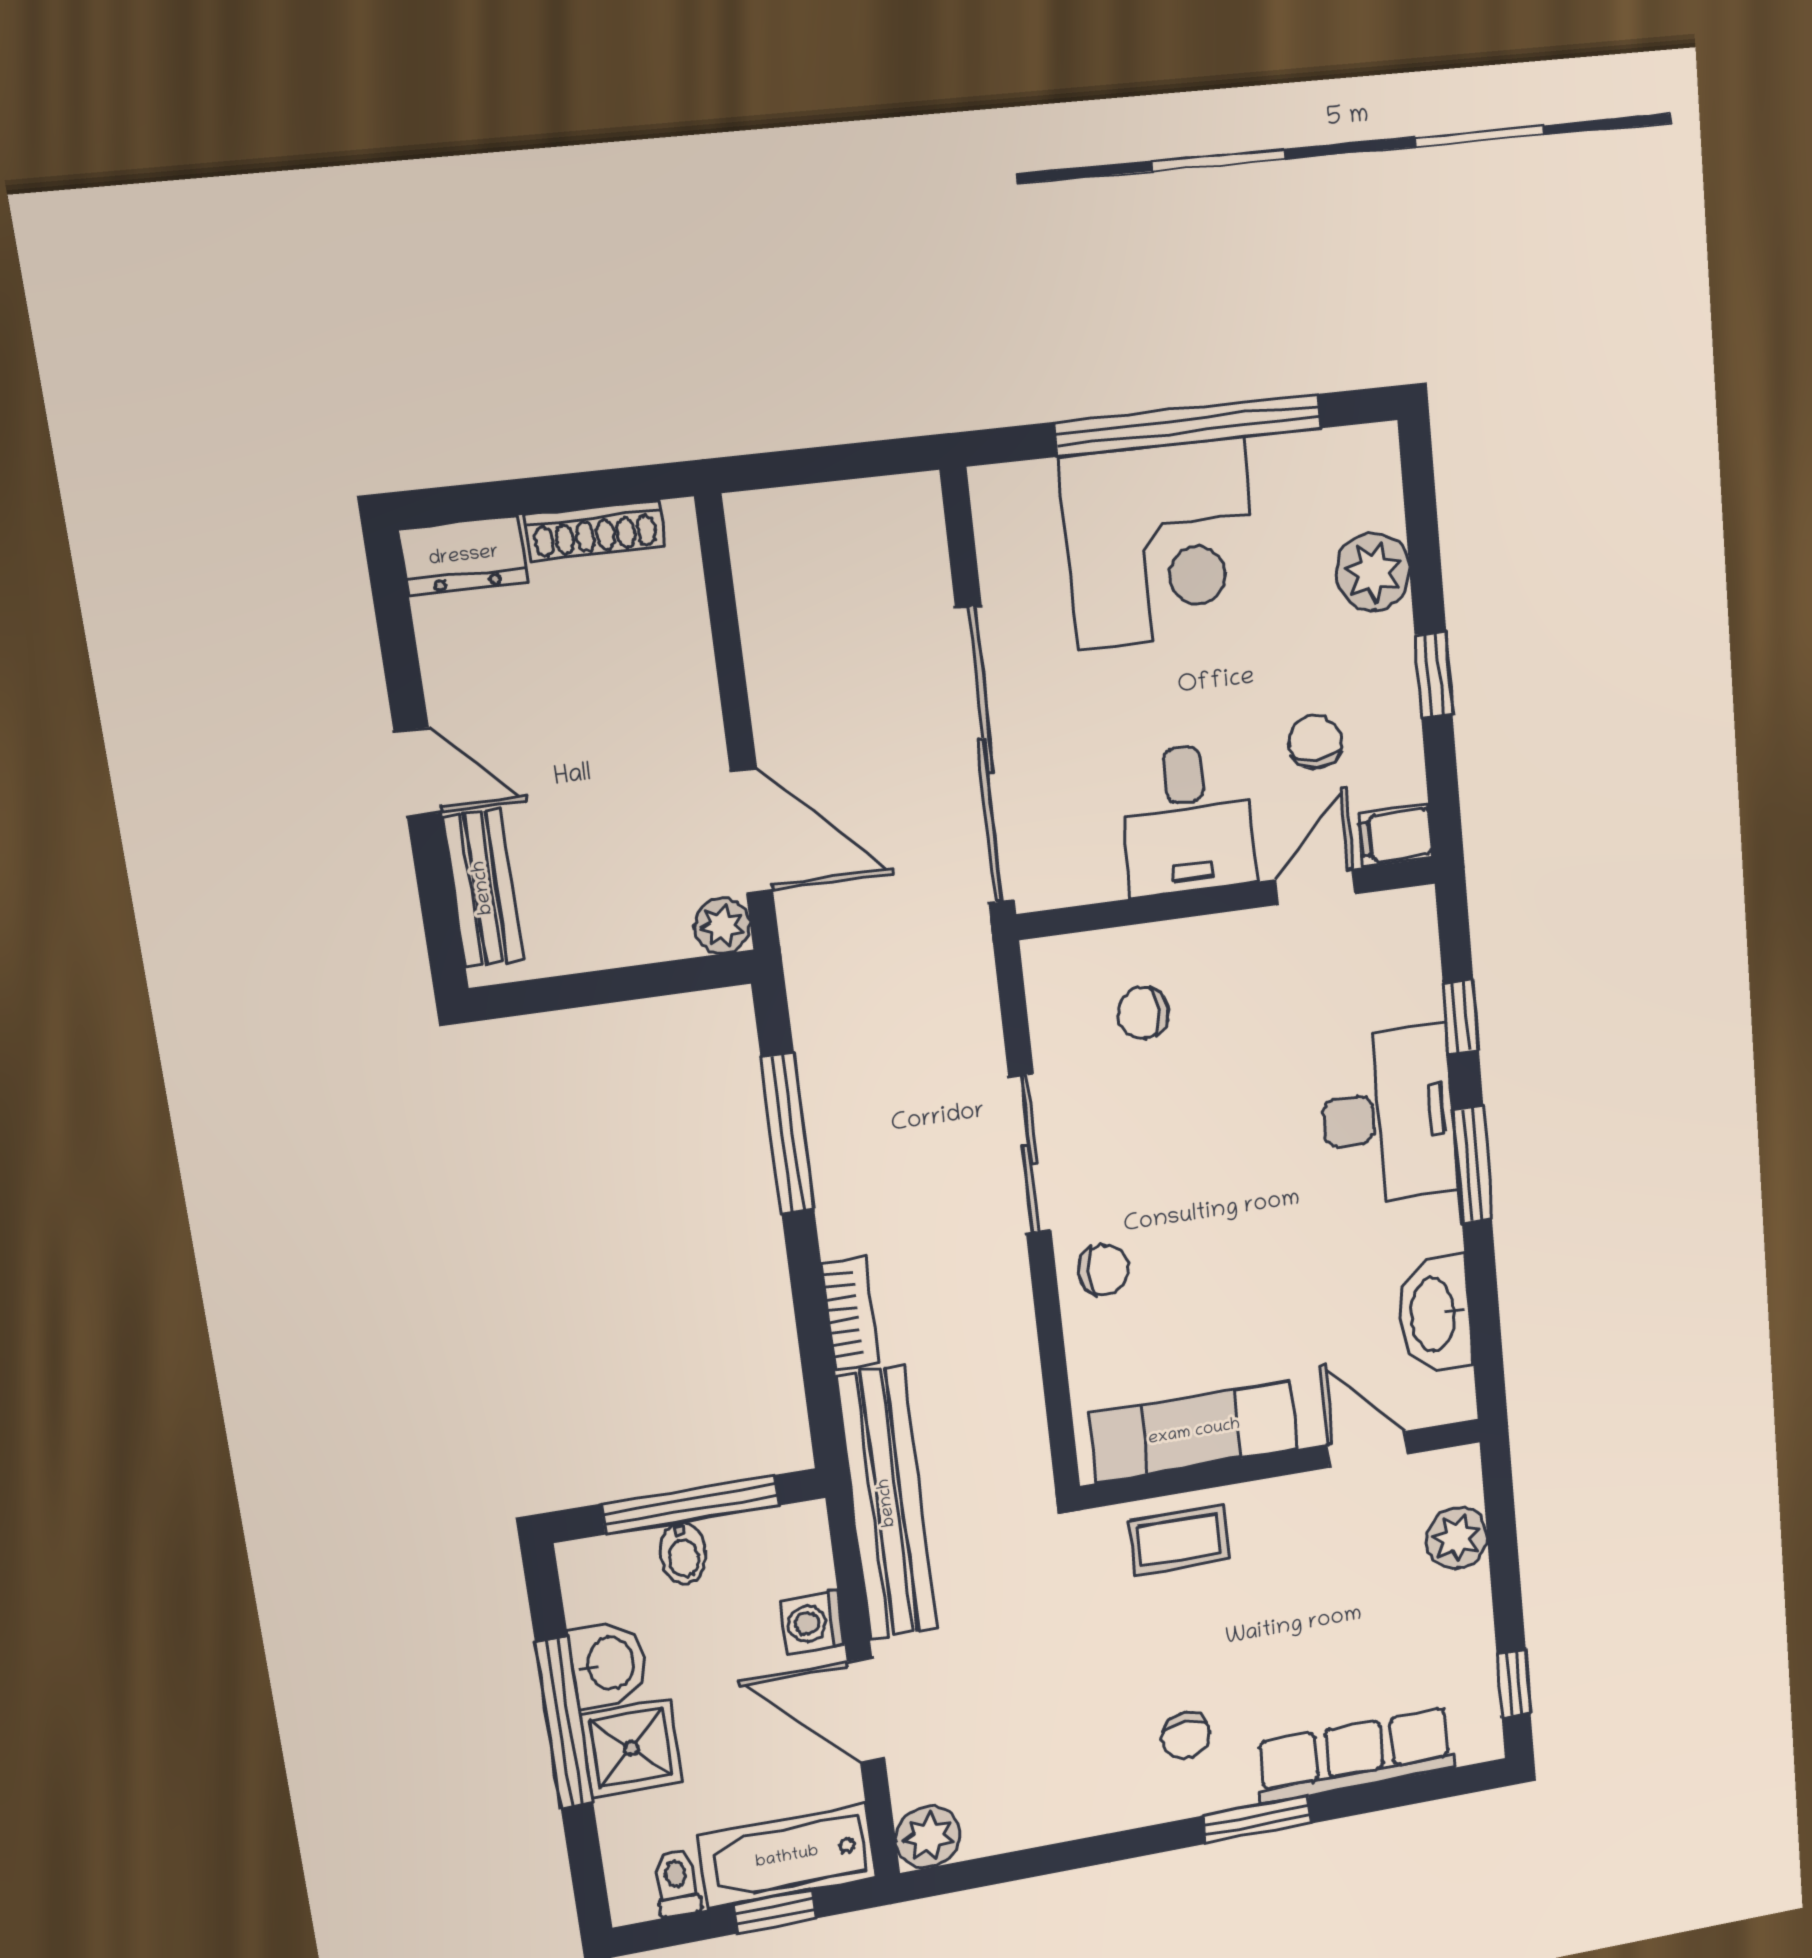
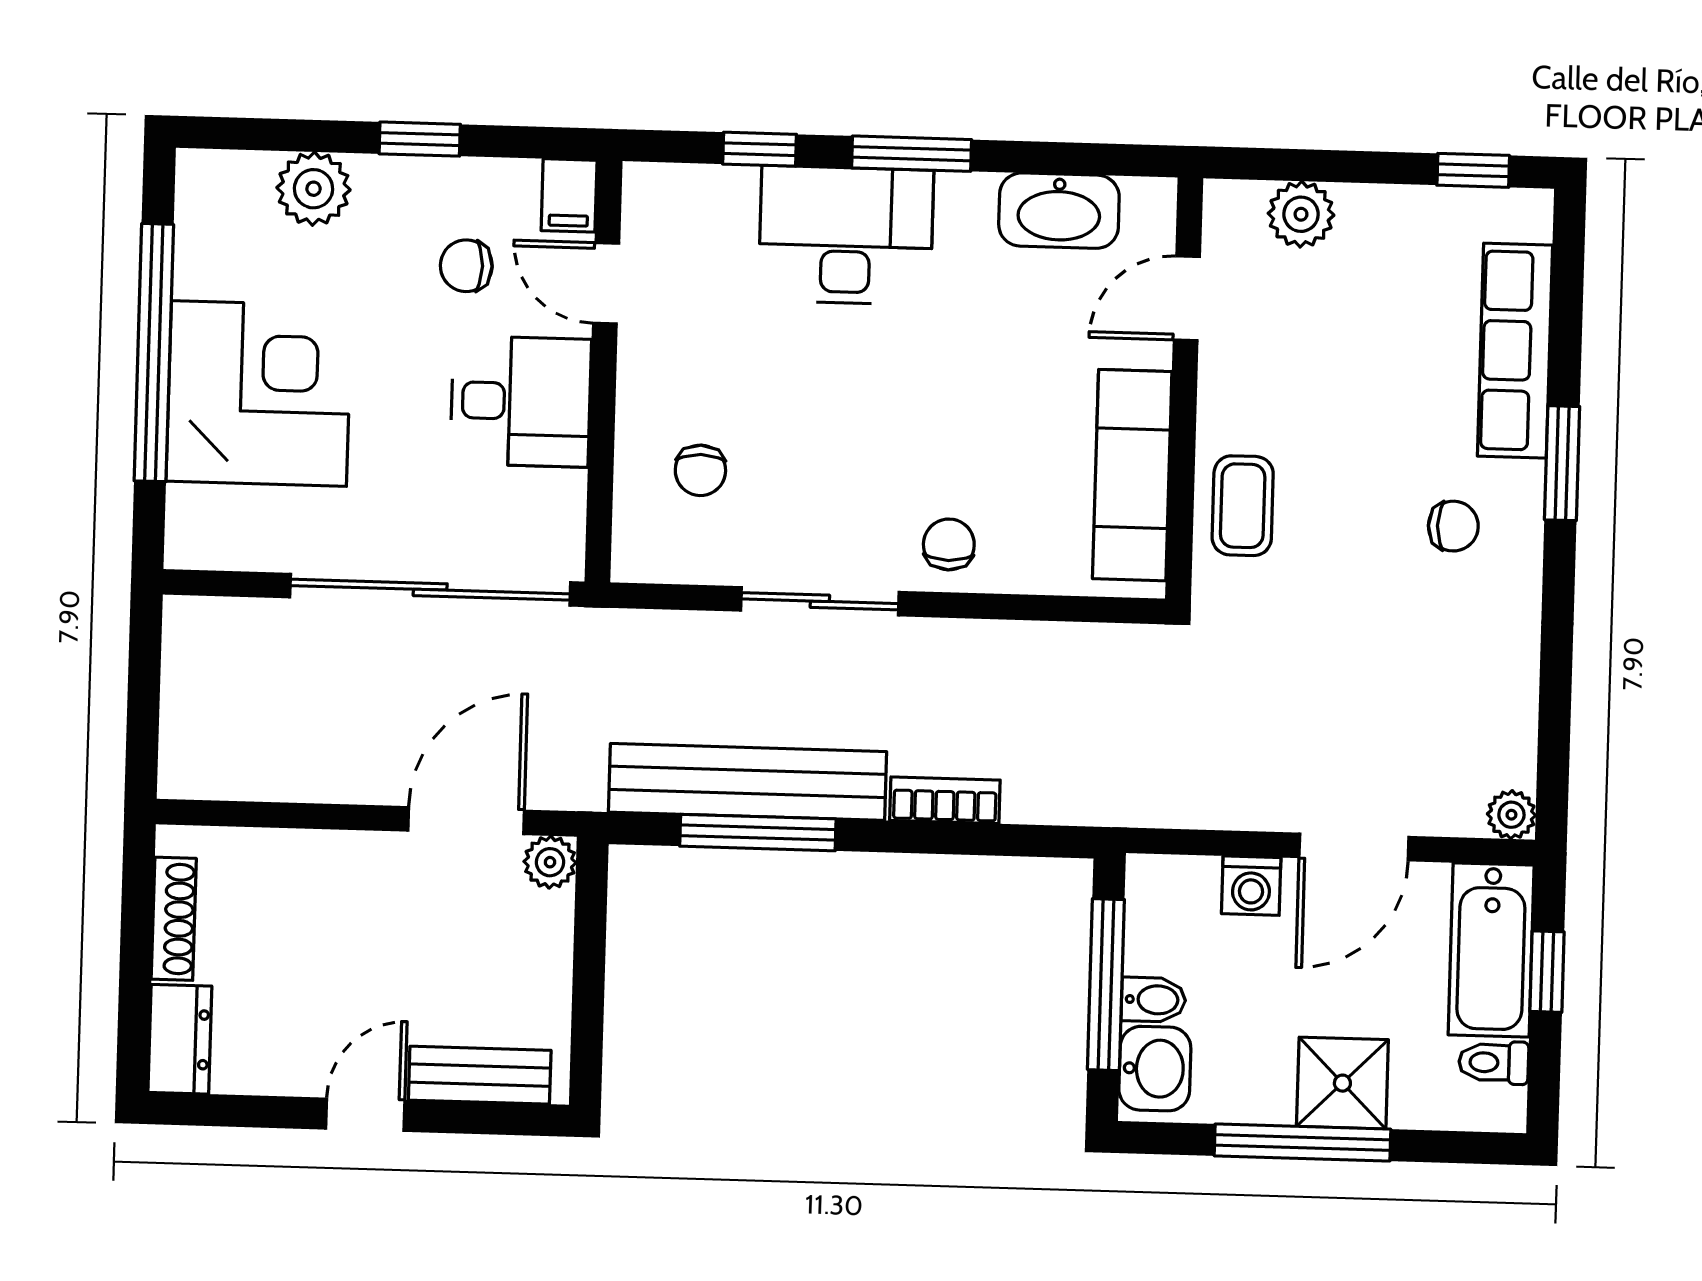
bench: (887, 1503) -> (748, 782), moved
washbasin: (609, 1663) -> (1155, 1069), moved, turned 90
plant: (928, 1837) -> (1511, 815), width x0.73, depth x0.73

